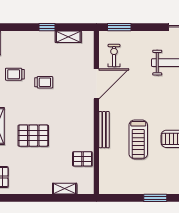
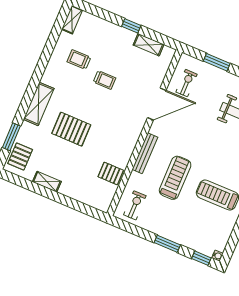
window: (119, 27) -> (217, 62), moved
treadmill: (138, 139) -> (175, 178), turned 180
exercise bike: (114, 177) -> (135, 205), added
shelving: (65, 189) -> (47, 182), moved

